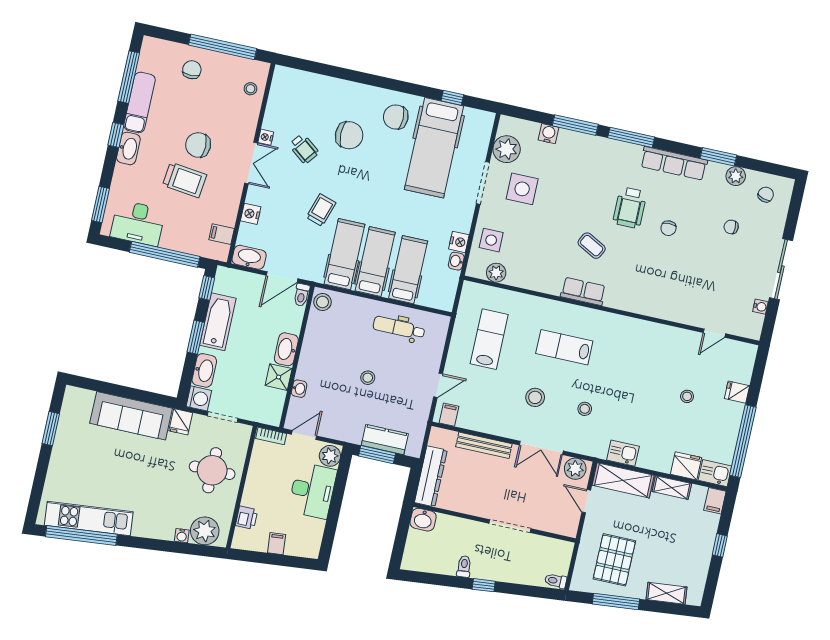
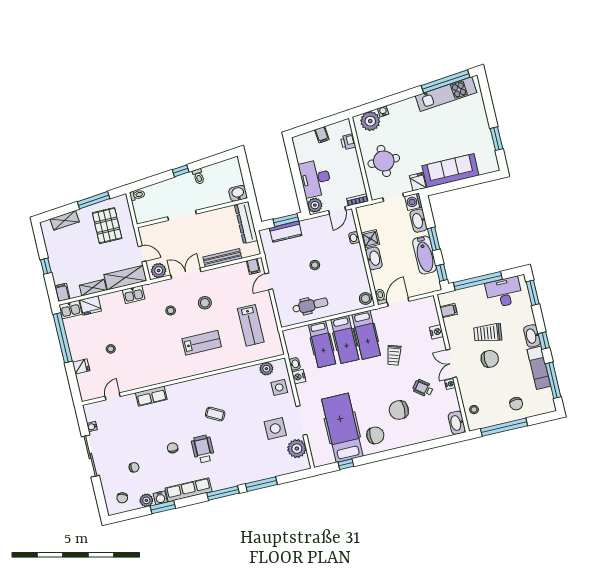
water cooler: (549, 134) -> (160, 498), moved
washbasin: (249, 257) -> (457, 423), moved, turned 90
row of seats: (583, 291) -> (151, 396), moved

